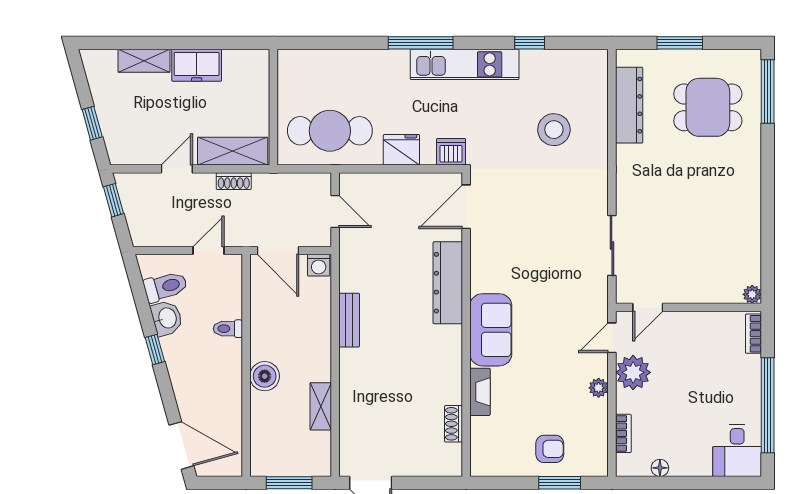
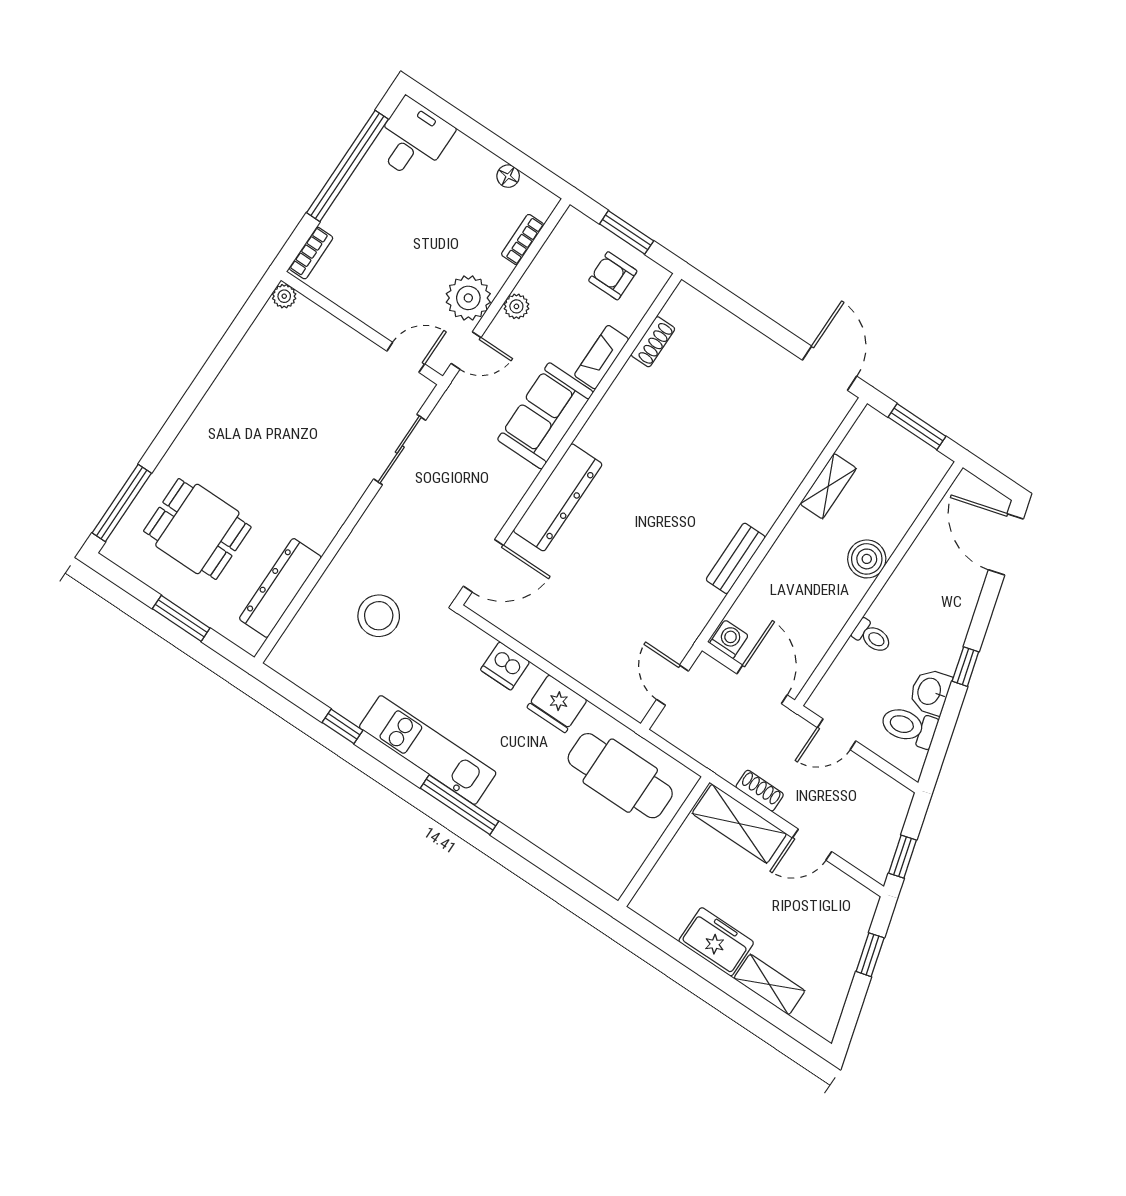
door: (466, 207) -> (483, 566), moved
dresser: (448, 283) -> (558, 497), moved
wall: (466, 325) -> (568, 439), moved
sofa: (491, 330) -> (545, 416), moved
fireplace: (480, 392) -> (602, 357), moved
shoe rack: (453, 424) -> (653, 342), moved

